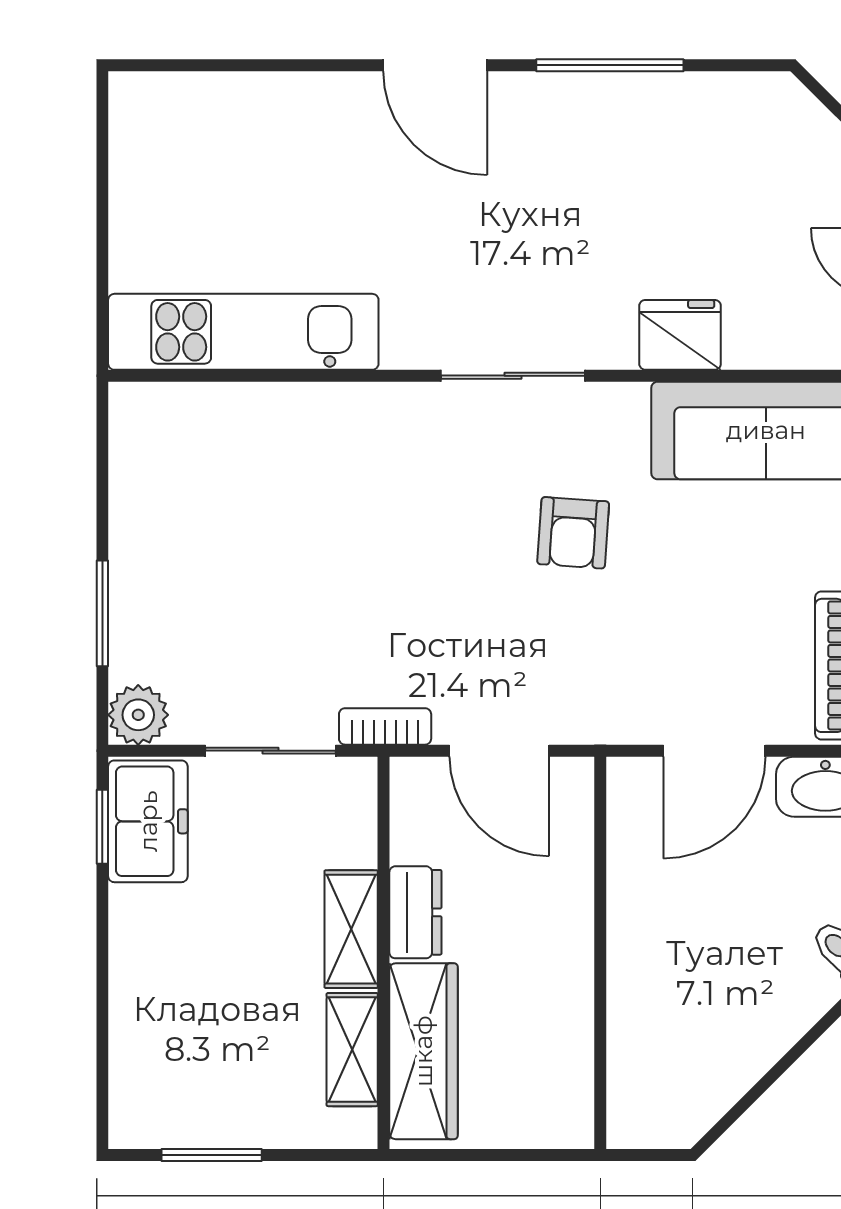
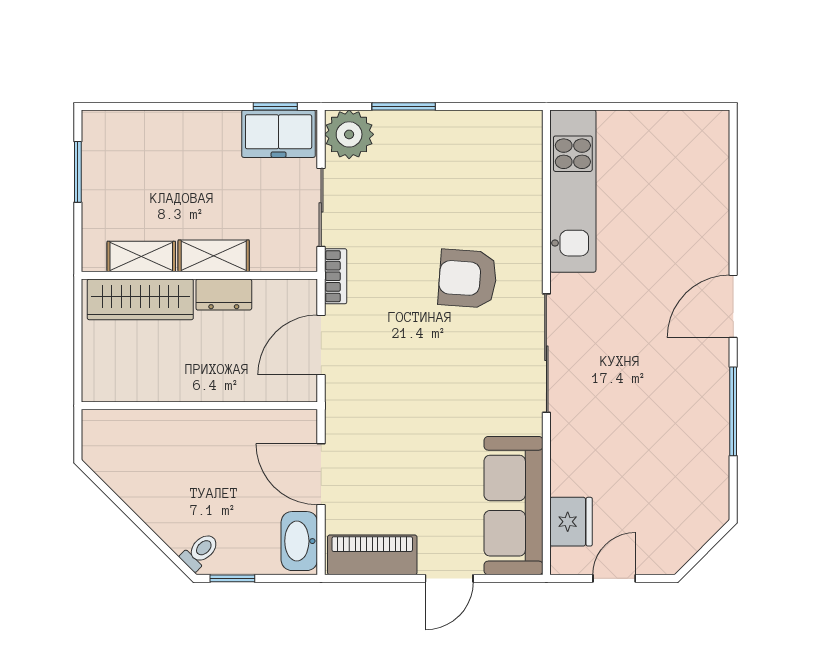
fridge: (680, 335) -> (571, 522), moved
sliding door: (513, 376) -> (546, 353), width x1.37
armchair: (573, 533) -> (468, 279), moved, width x1.38, depth x1.38
plant: (138, 715) -> (349, 134), width x1.36, depth x1.36

